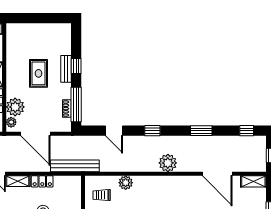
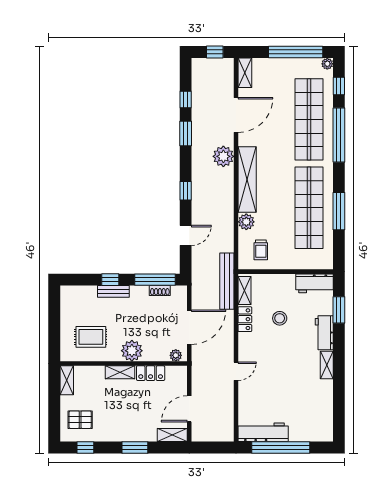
rug: (39, 73) -> (91, 337), moved
plant: (15, 107) -> (132, 351), moved
window: (247, 131) -> (186, 99), moved
plant: (168, 163) -> (223, 156), moved
shelving: (18, 181) -> (245, 291), moved
shelving: (162, 183) -> (247, 180), added

